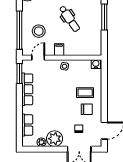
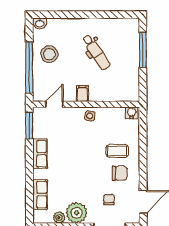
stool: (39, 31) -> (49, 54), moved
row of seats: (27, 89) -> (40, 154), width x0.68

